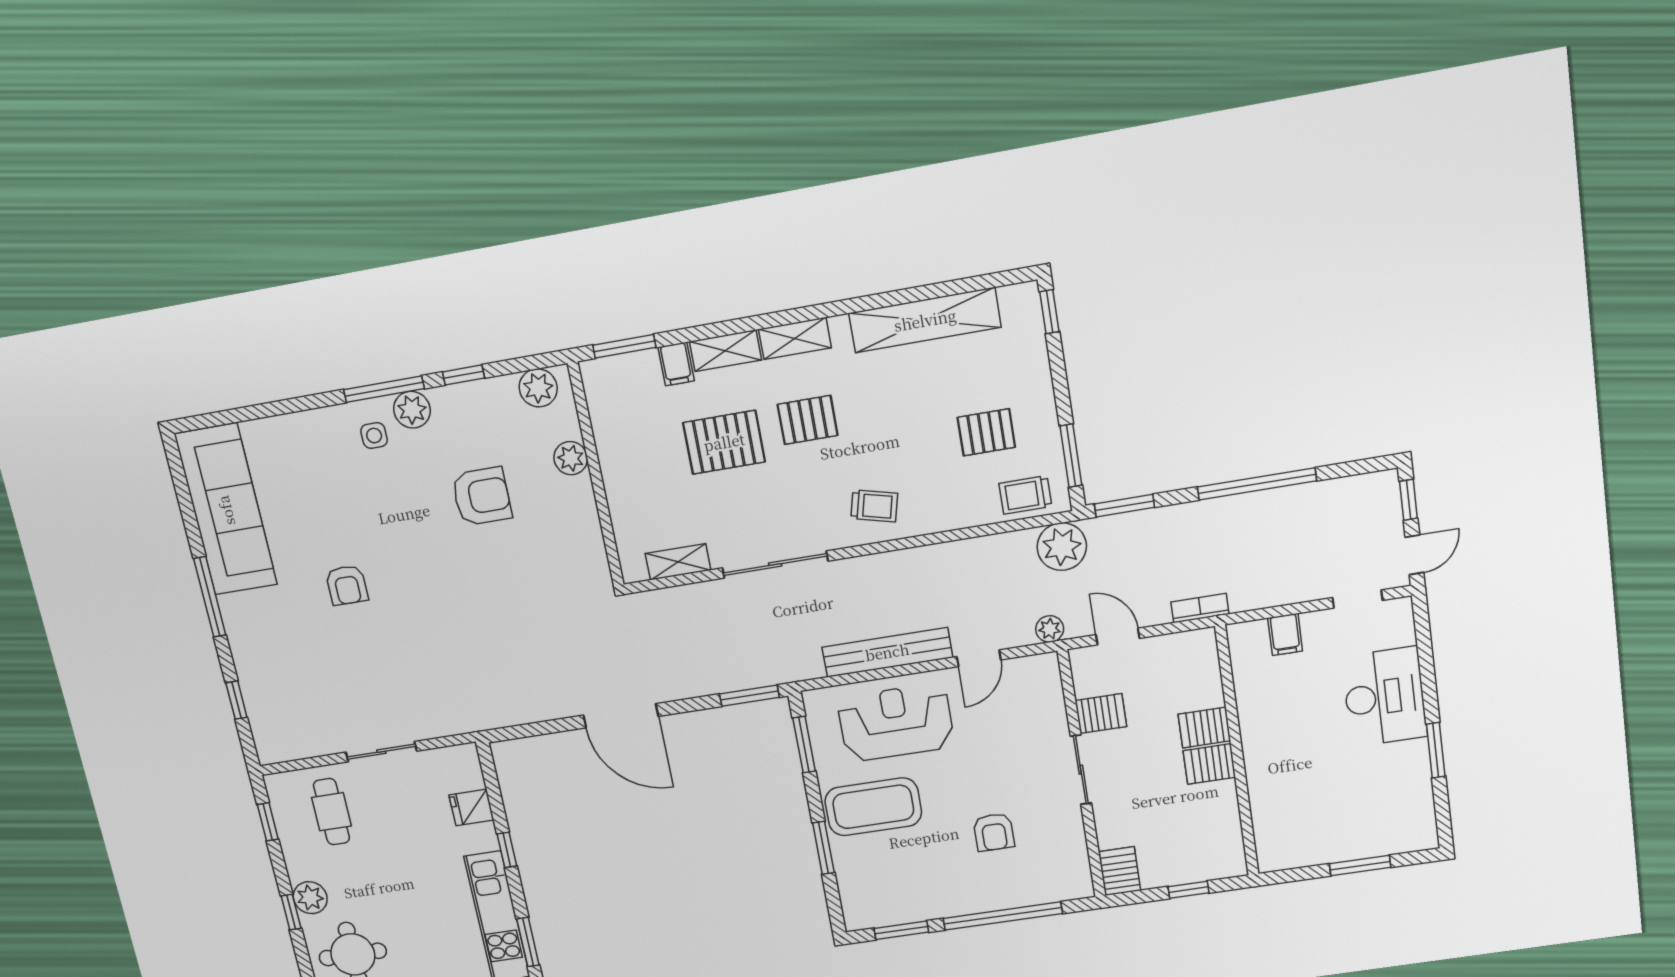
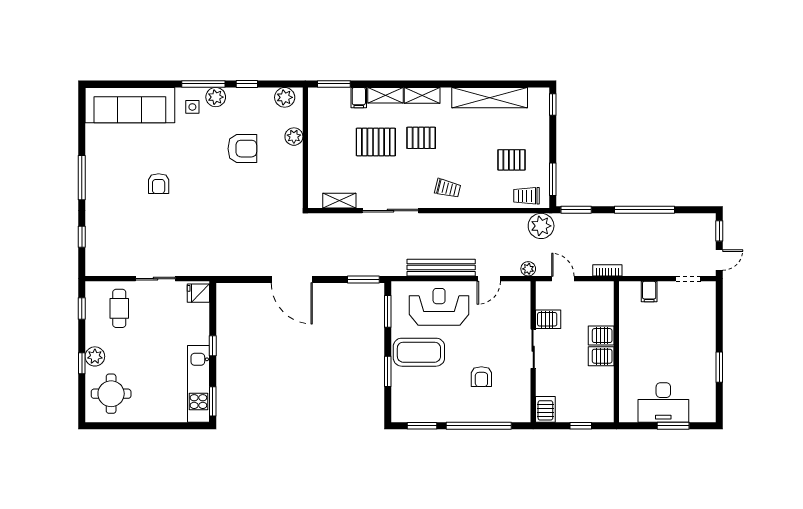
sofa: (226, 510) -> (130, 105), moved, turned 90
desk: (1384, 697) -> (663, 402), moved, turned 90
fridge: (471, 807) -> (198, 293), moved

